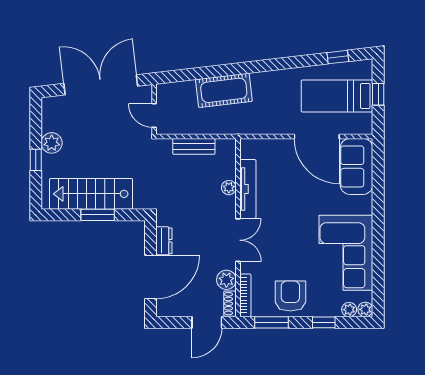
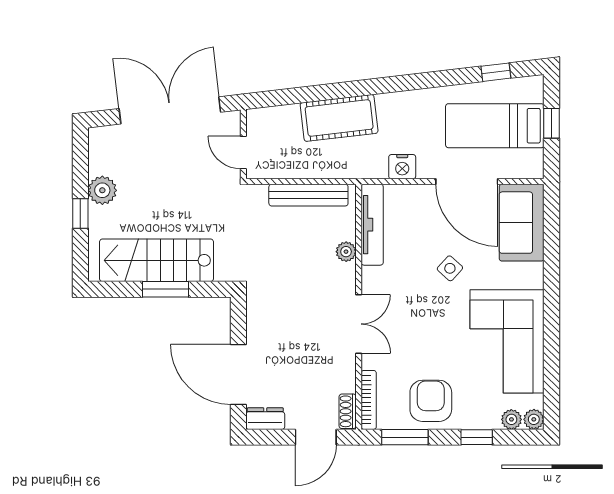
nightstand: (270, 126) -> (402, 167), added
bench: (194, 146) -> (308, 195), width x1.36
tv unit: (248, 189) -> (372, 225), moved
side table: (304, 200) -> (450, 268), added
dresser: (164, 241) -> (265, 419), moved, turned -90
door: (151, 277) -> (238, 375), swing flipped
plant: (226, 280) -> (343, 379), removed

